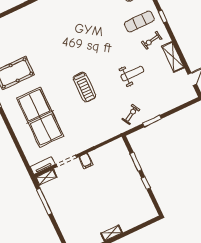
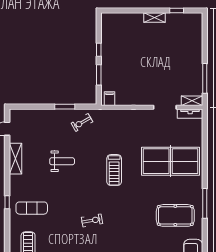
exercise bike: (152, 40) -> (92, 220), moved
weight bench: (132, 74) -> (62, 161), turned 180
treadmill: (84, 87) -> (114, 170), turned 180
table tennis table: (40, 117) -> (171, 161), turned 90
filing cabinet: (86, 161) -> (110, 99), moved

